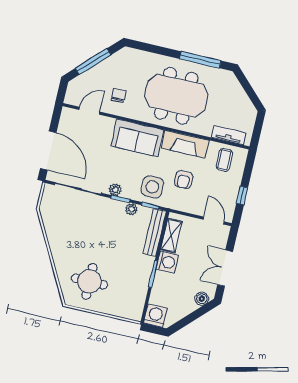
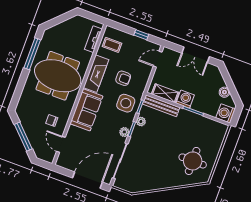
meeting table: (176, 96) -> (58, 76), turned 90
boiler: (202, 299) -> (224, 92), moved

